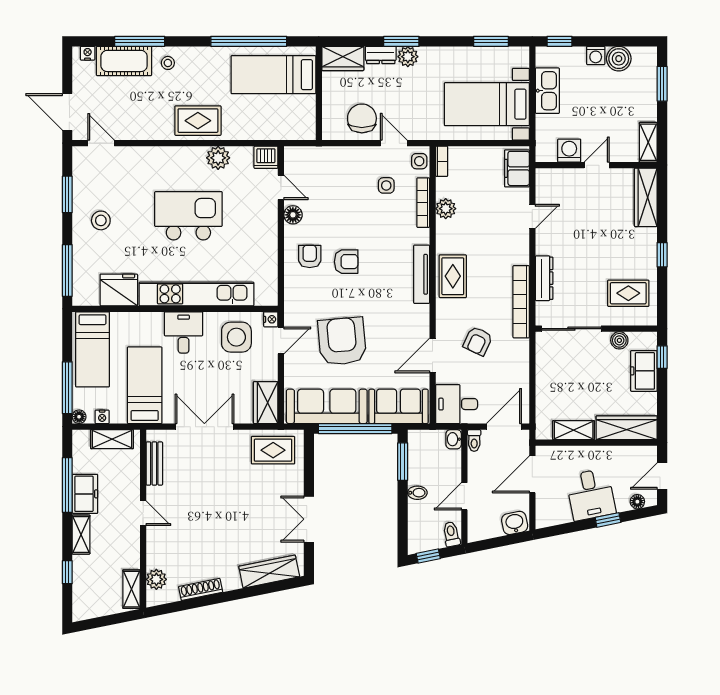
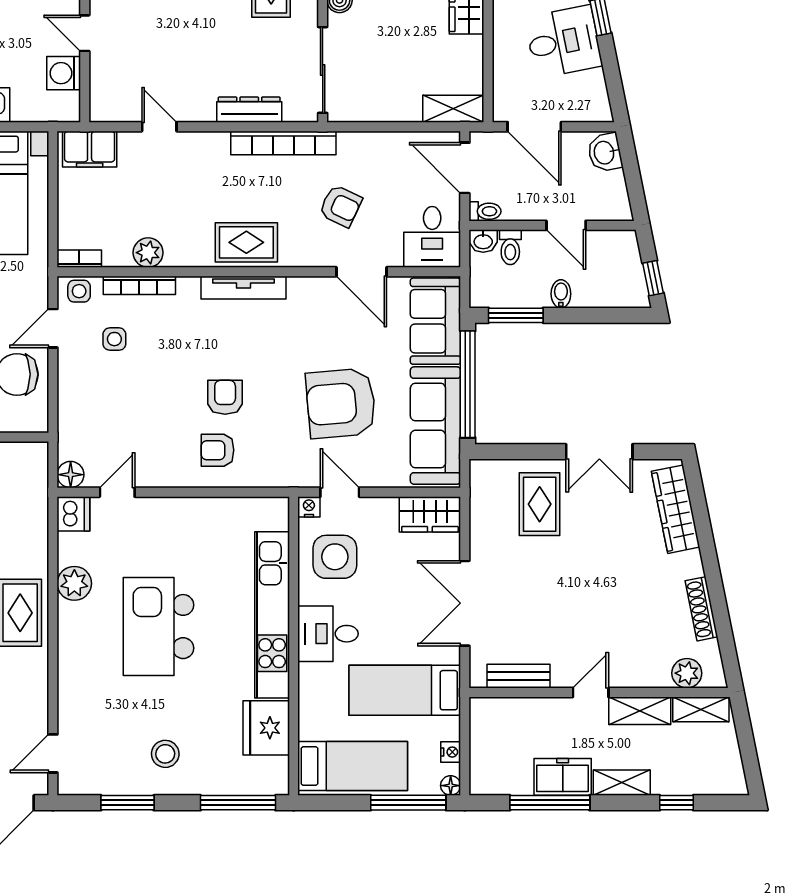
floor lamp: (293, 215) -> (71, 475), moved
shelving: (574, 430) -> (453, 109), moved, turned 90
shelving: (112, 439) -> (640, 711), moved, turned 90
rug: (273, 450) -> (540, 504), moved
toilet: (451, 534) -> (510, 247), moved, turned -79

